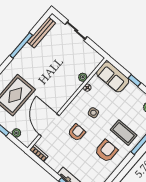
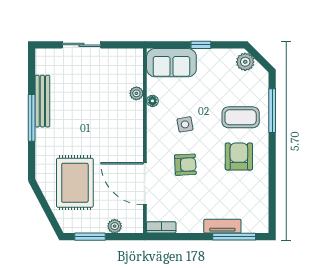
bench: (41, 33) -> (42, 101), moved
armchair: (77, 133) -> (185, 165), turned 87

